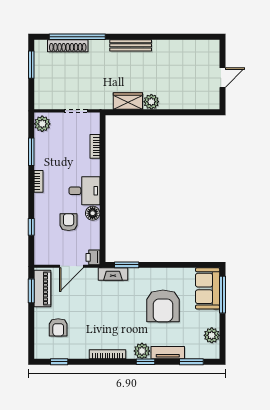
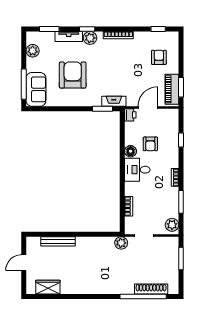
bench: (131, 45) -> (58, 241), moved
window: (31, 65) -> (181, 258), moved
wardrobe: (128, 101) -> (48, 287), moved, turned 180
plant: (151, 102) -> (121, 243), moved

